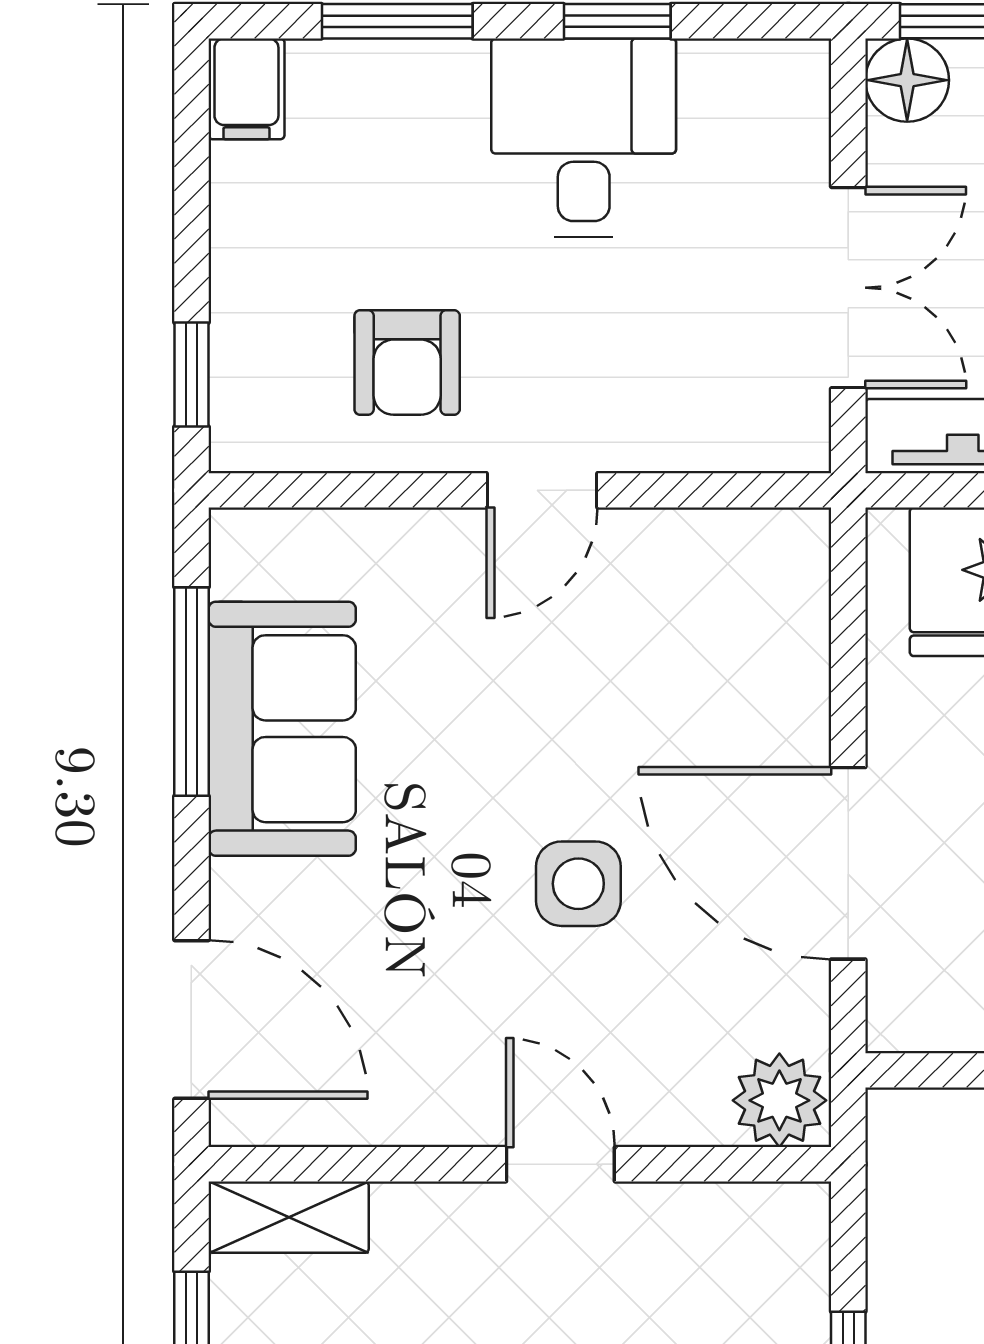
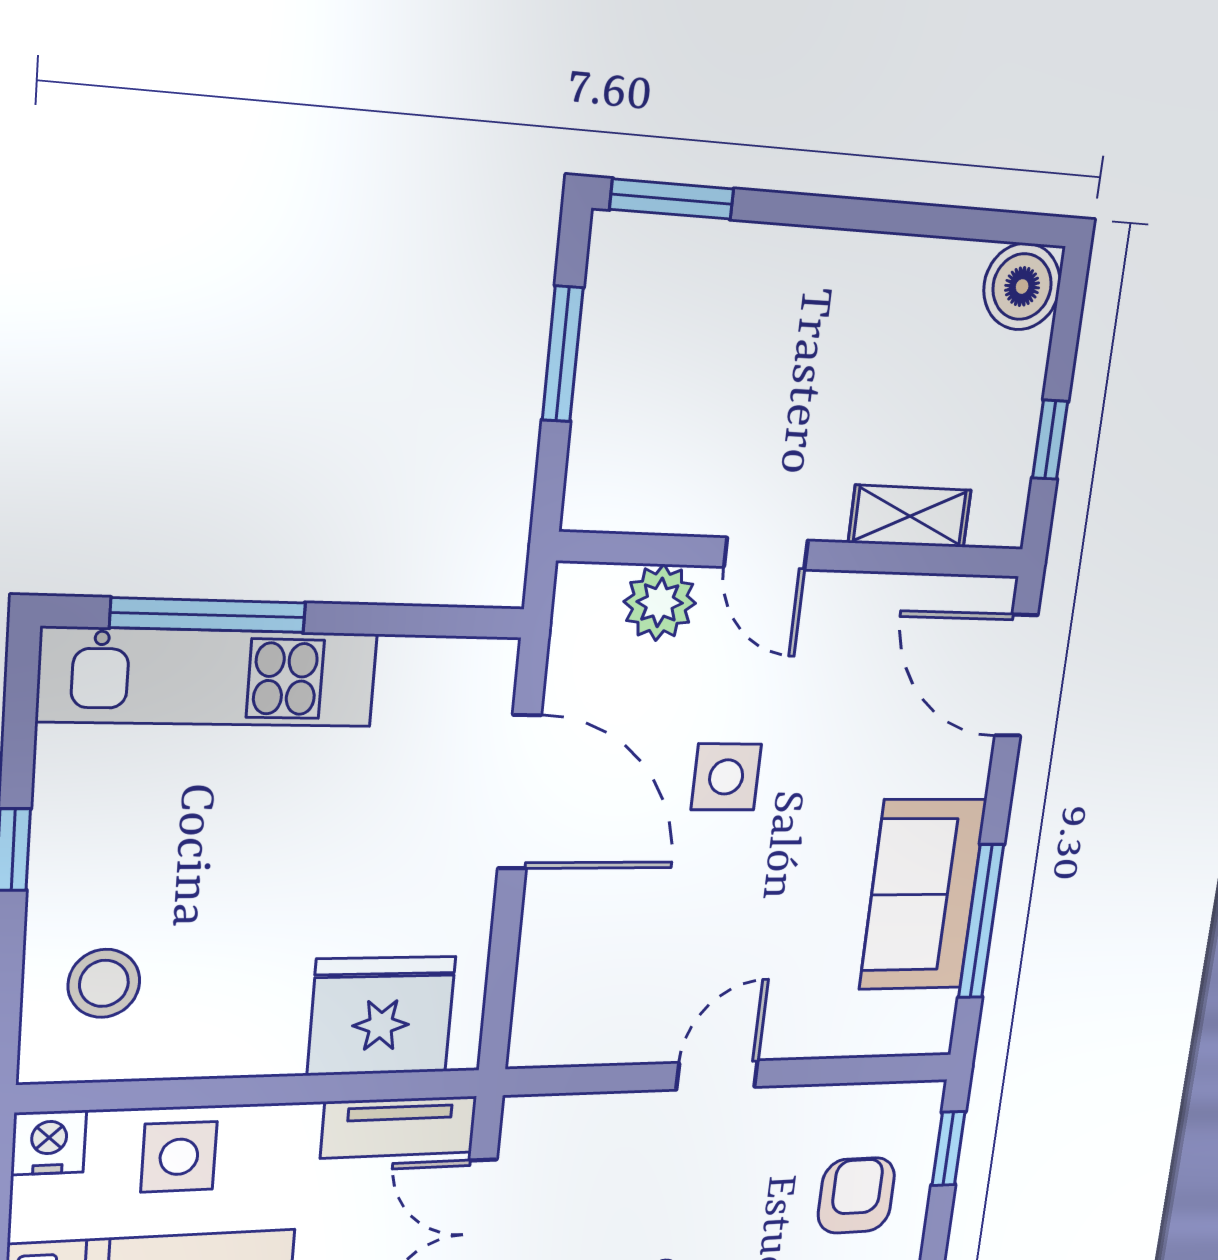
armchair: (407, 362) -> (856, 1195), moved
plant: (779, 1100) -> (660, 602), moved
shelving: (289, 1217) -> (910, 516), moved

